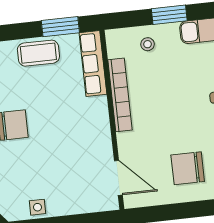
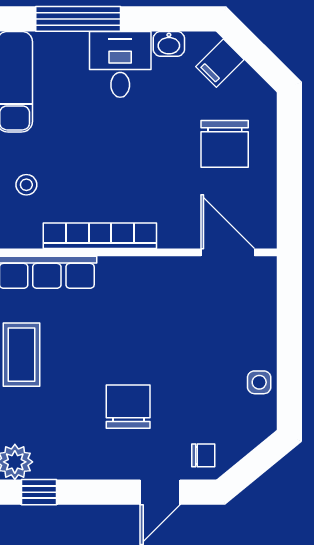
door: (118, 178) -> (228, 252), hinge flipped

